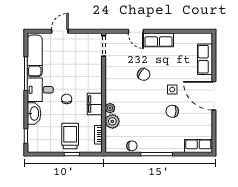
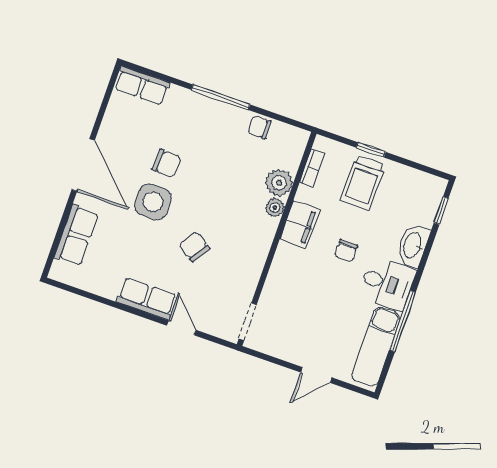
side table: (172, 90) -> (153, 202), width x1.87, depth x1.87

